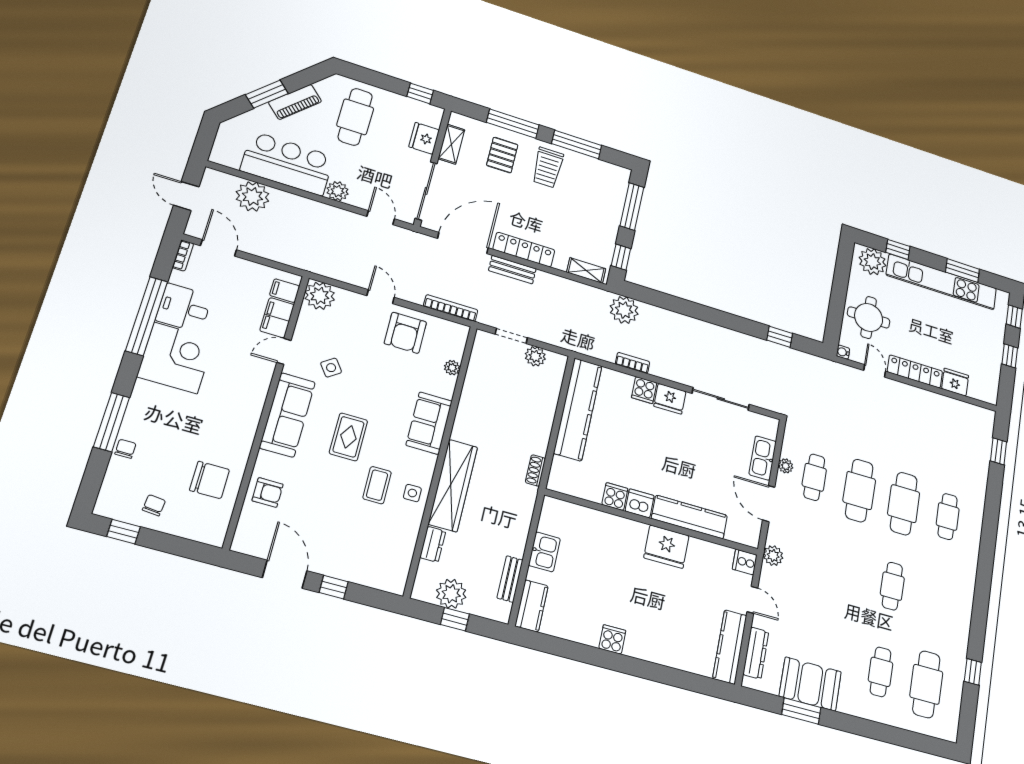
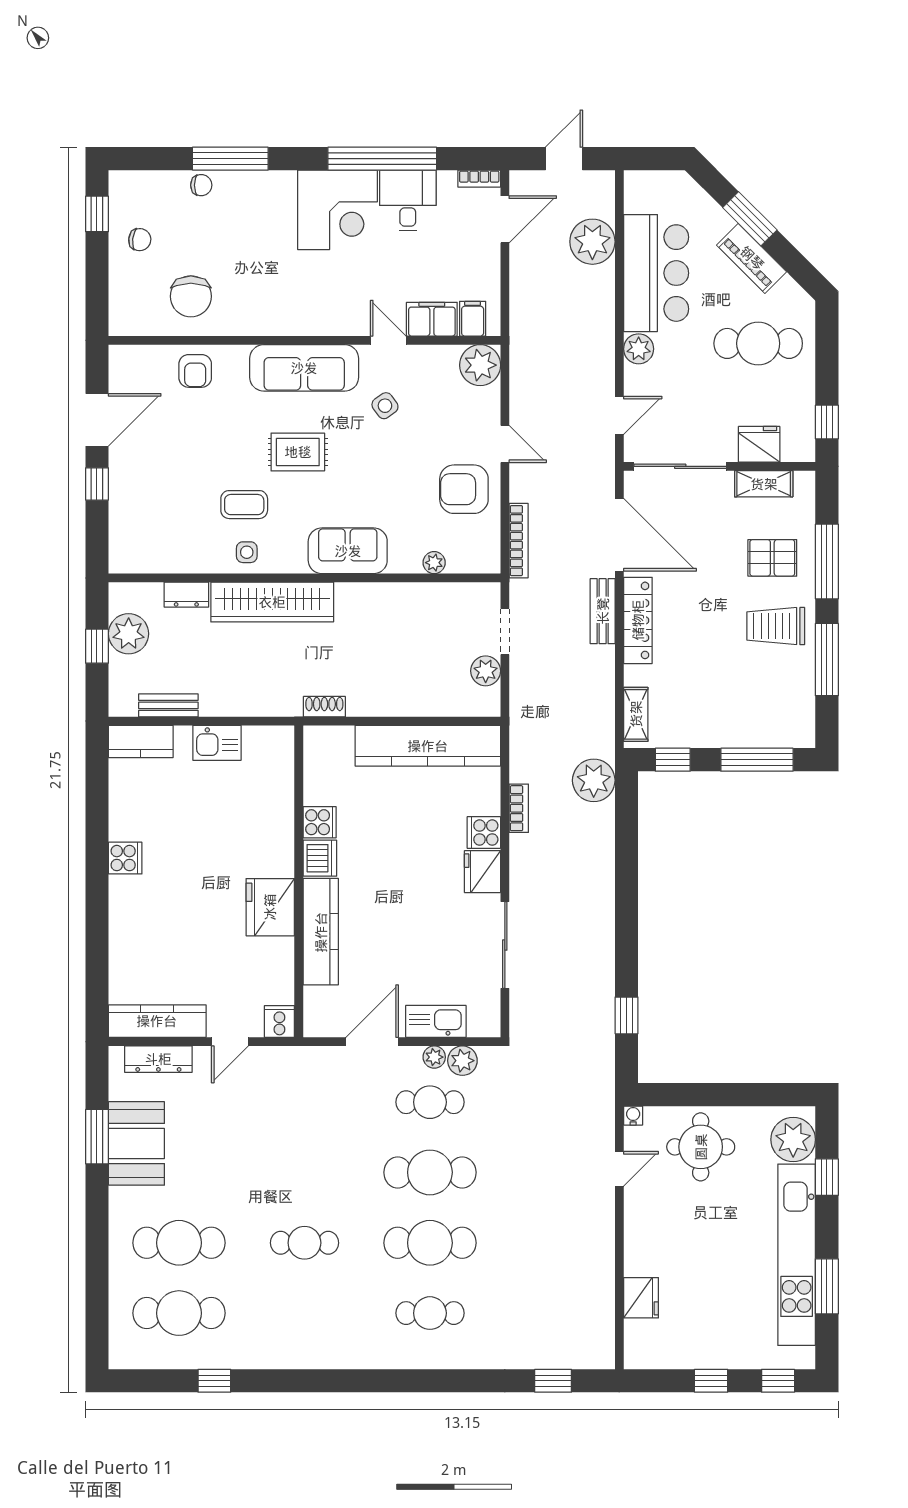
door: (381, 297) -> (505, 444), hinge flipped
locker: (915, 371) -> (638, 1232), removed
plant: (773, 556) -> (462, 1061), moved
cafe table: (881, 672) -> (179, 1243), width x1.37, depth x1.35

